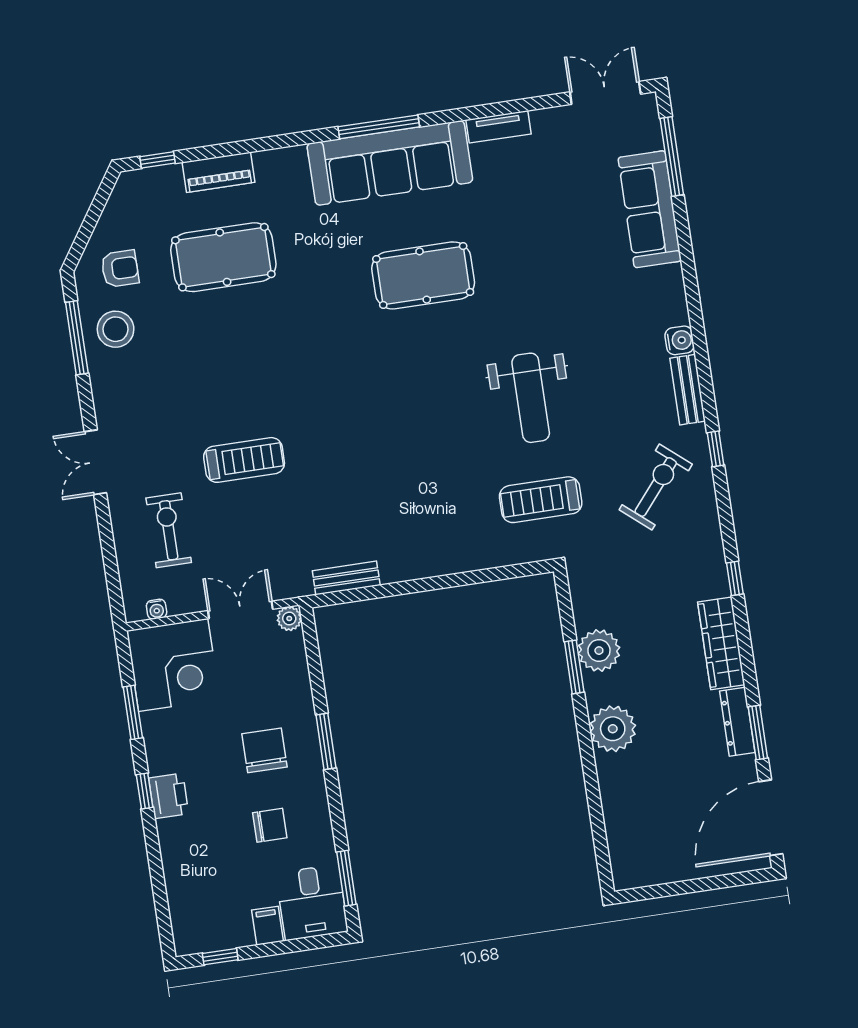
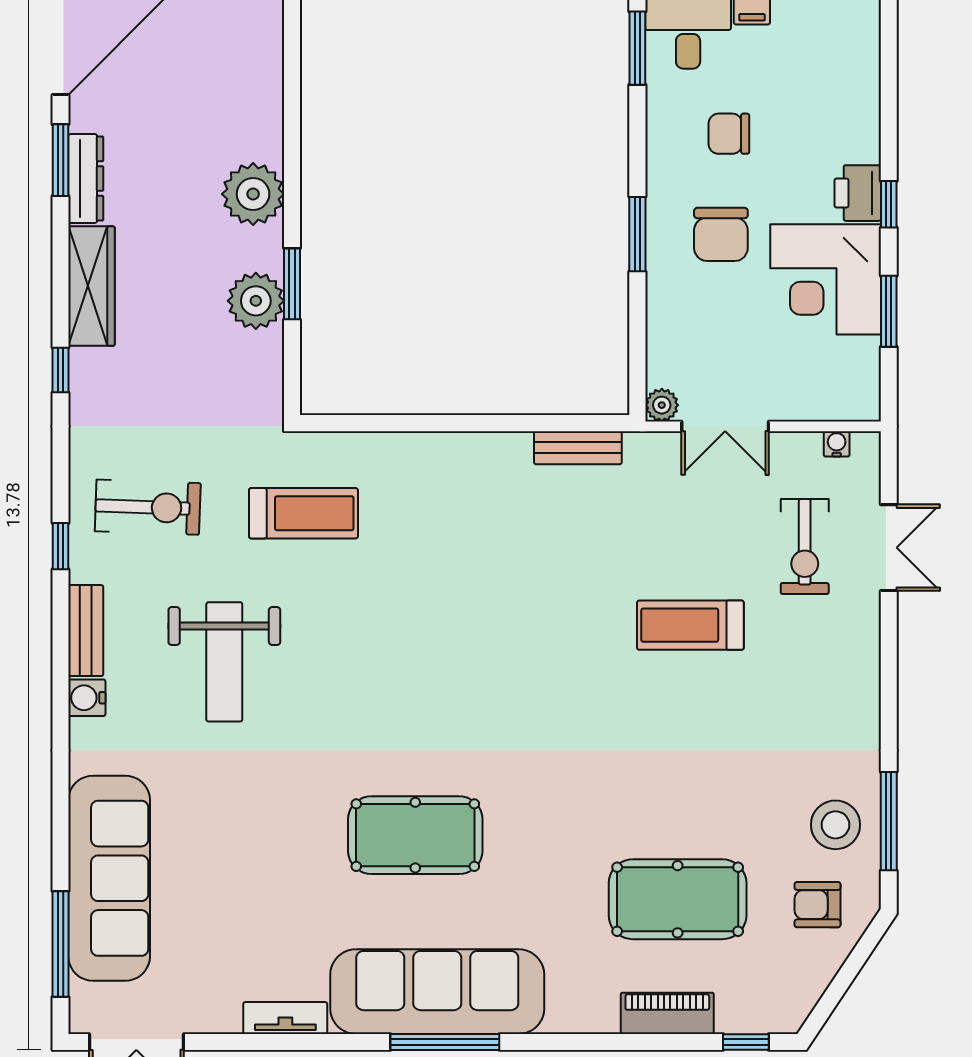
sofa: (650, 209) -> (109, 878), width x1.36, depth x1.27
weight bench: (531, 398) -> (224, 662), moved, turned 180
double door: (95, 462) -> (889, 548), moved
exercise bike: (656, 487) -> (148, 507), turned -128
corner desk: (173, 665) -> (826, 279), moved, turned -90

